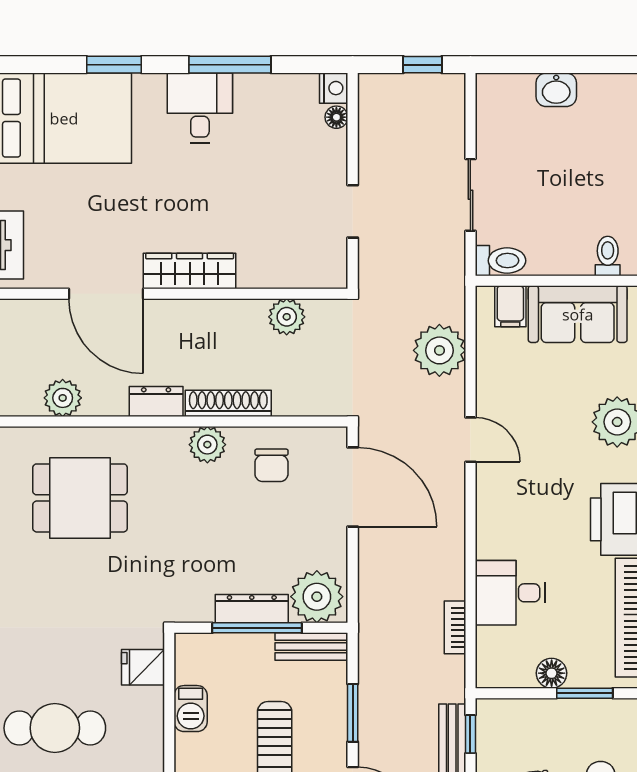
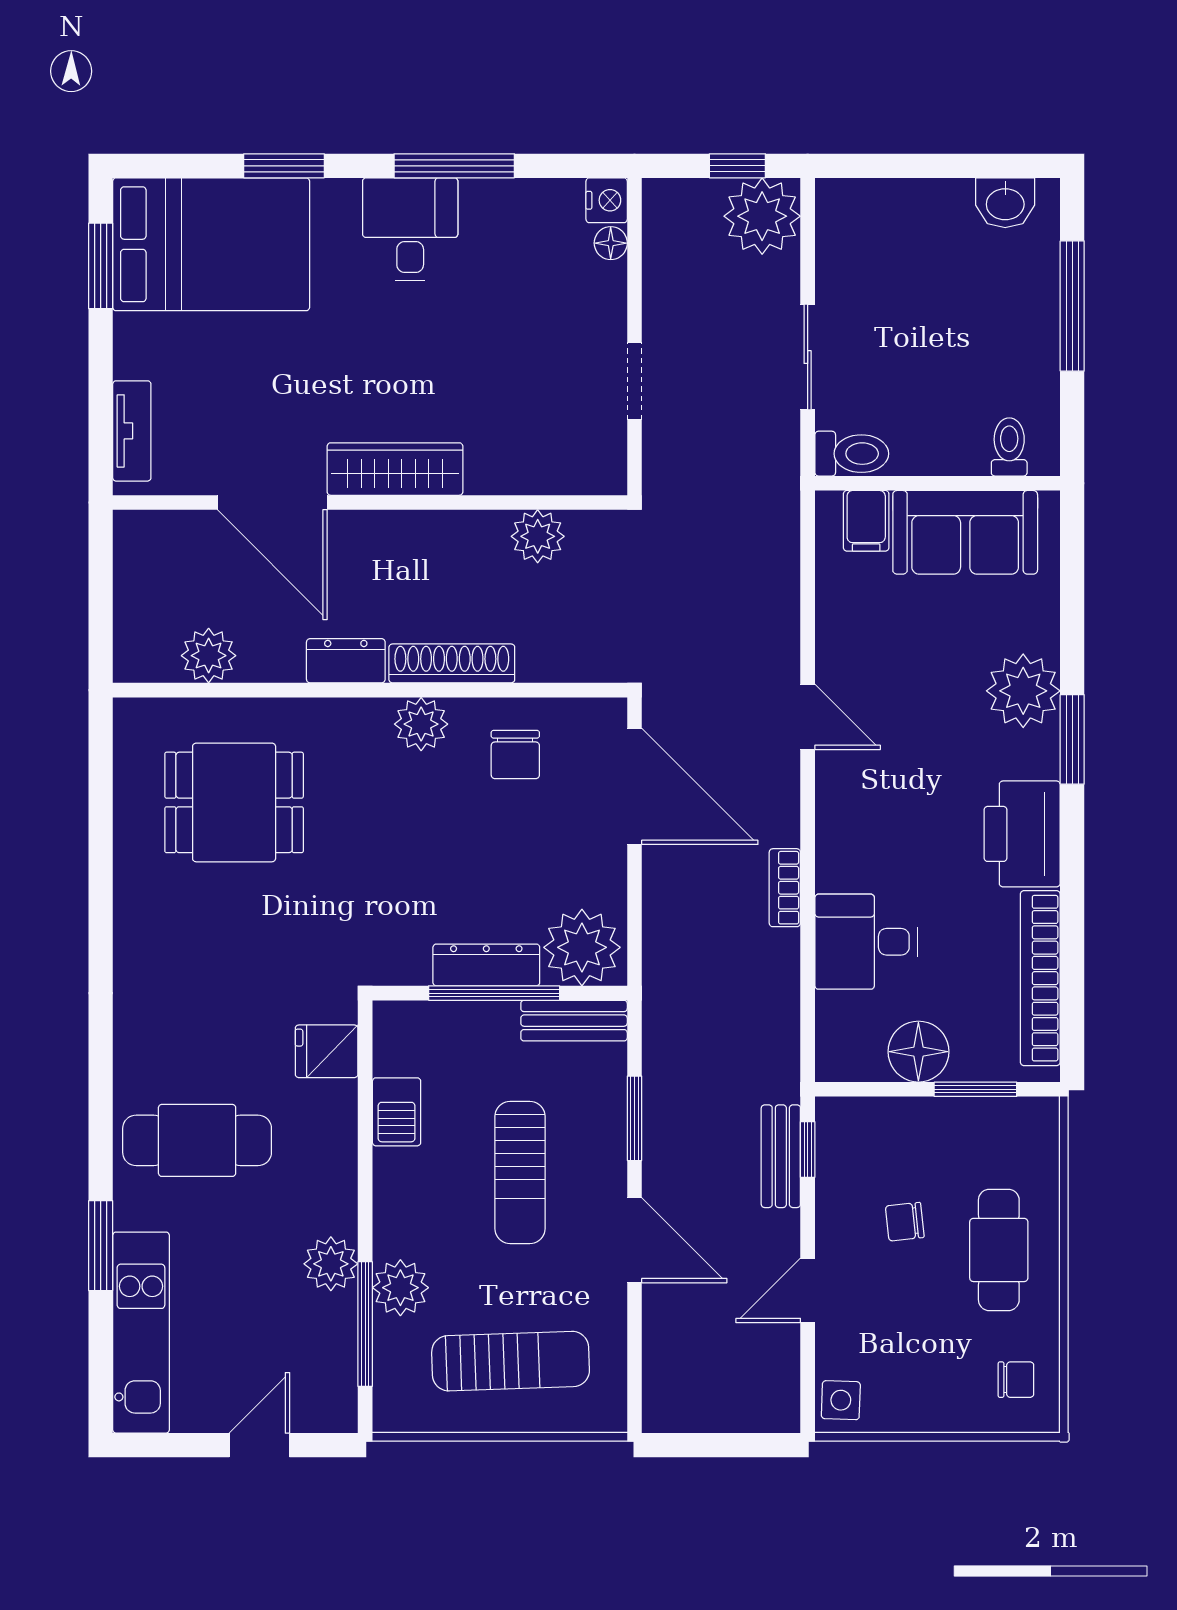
washbasin: (556, 90) -> (1005, 203), moved
plant: (439, 350) -> (762, 216), moved
bookcase: (455, 627) -> (785, 888), moved
floor lamp: (552, 673) -> (918, 1052), width x1.38, depth x1.38

